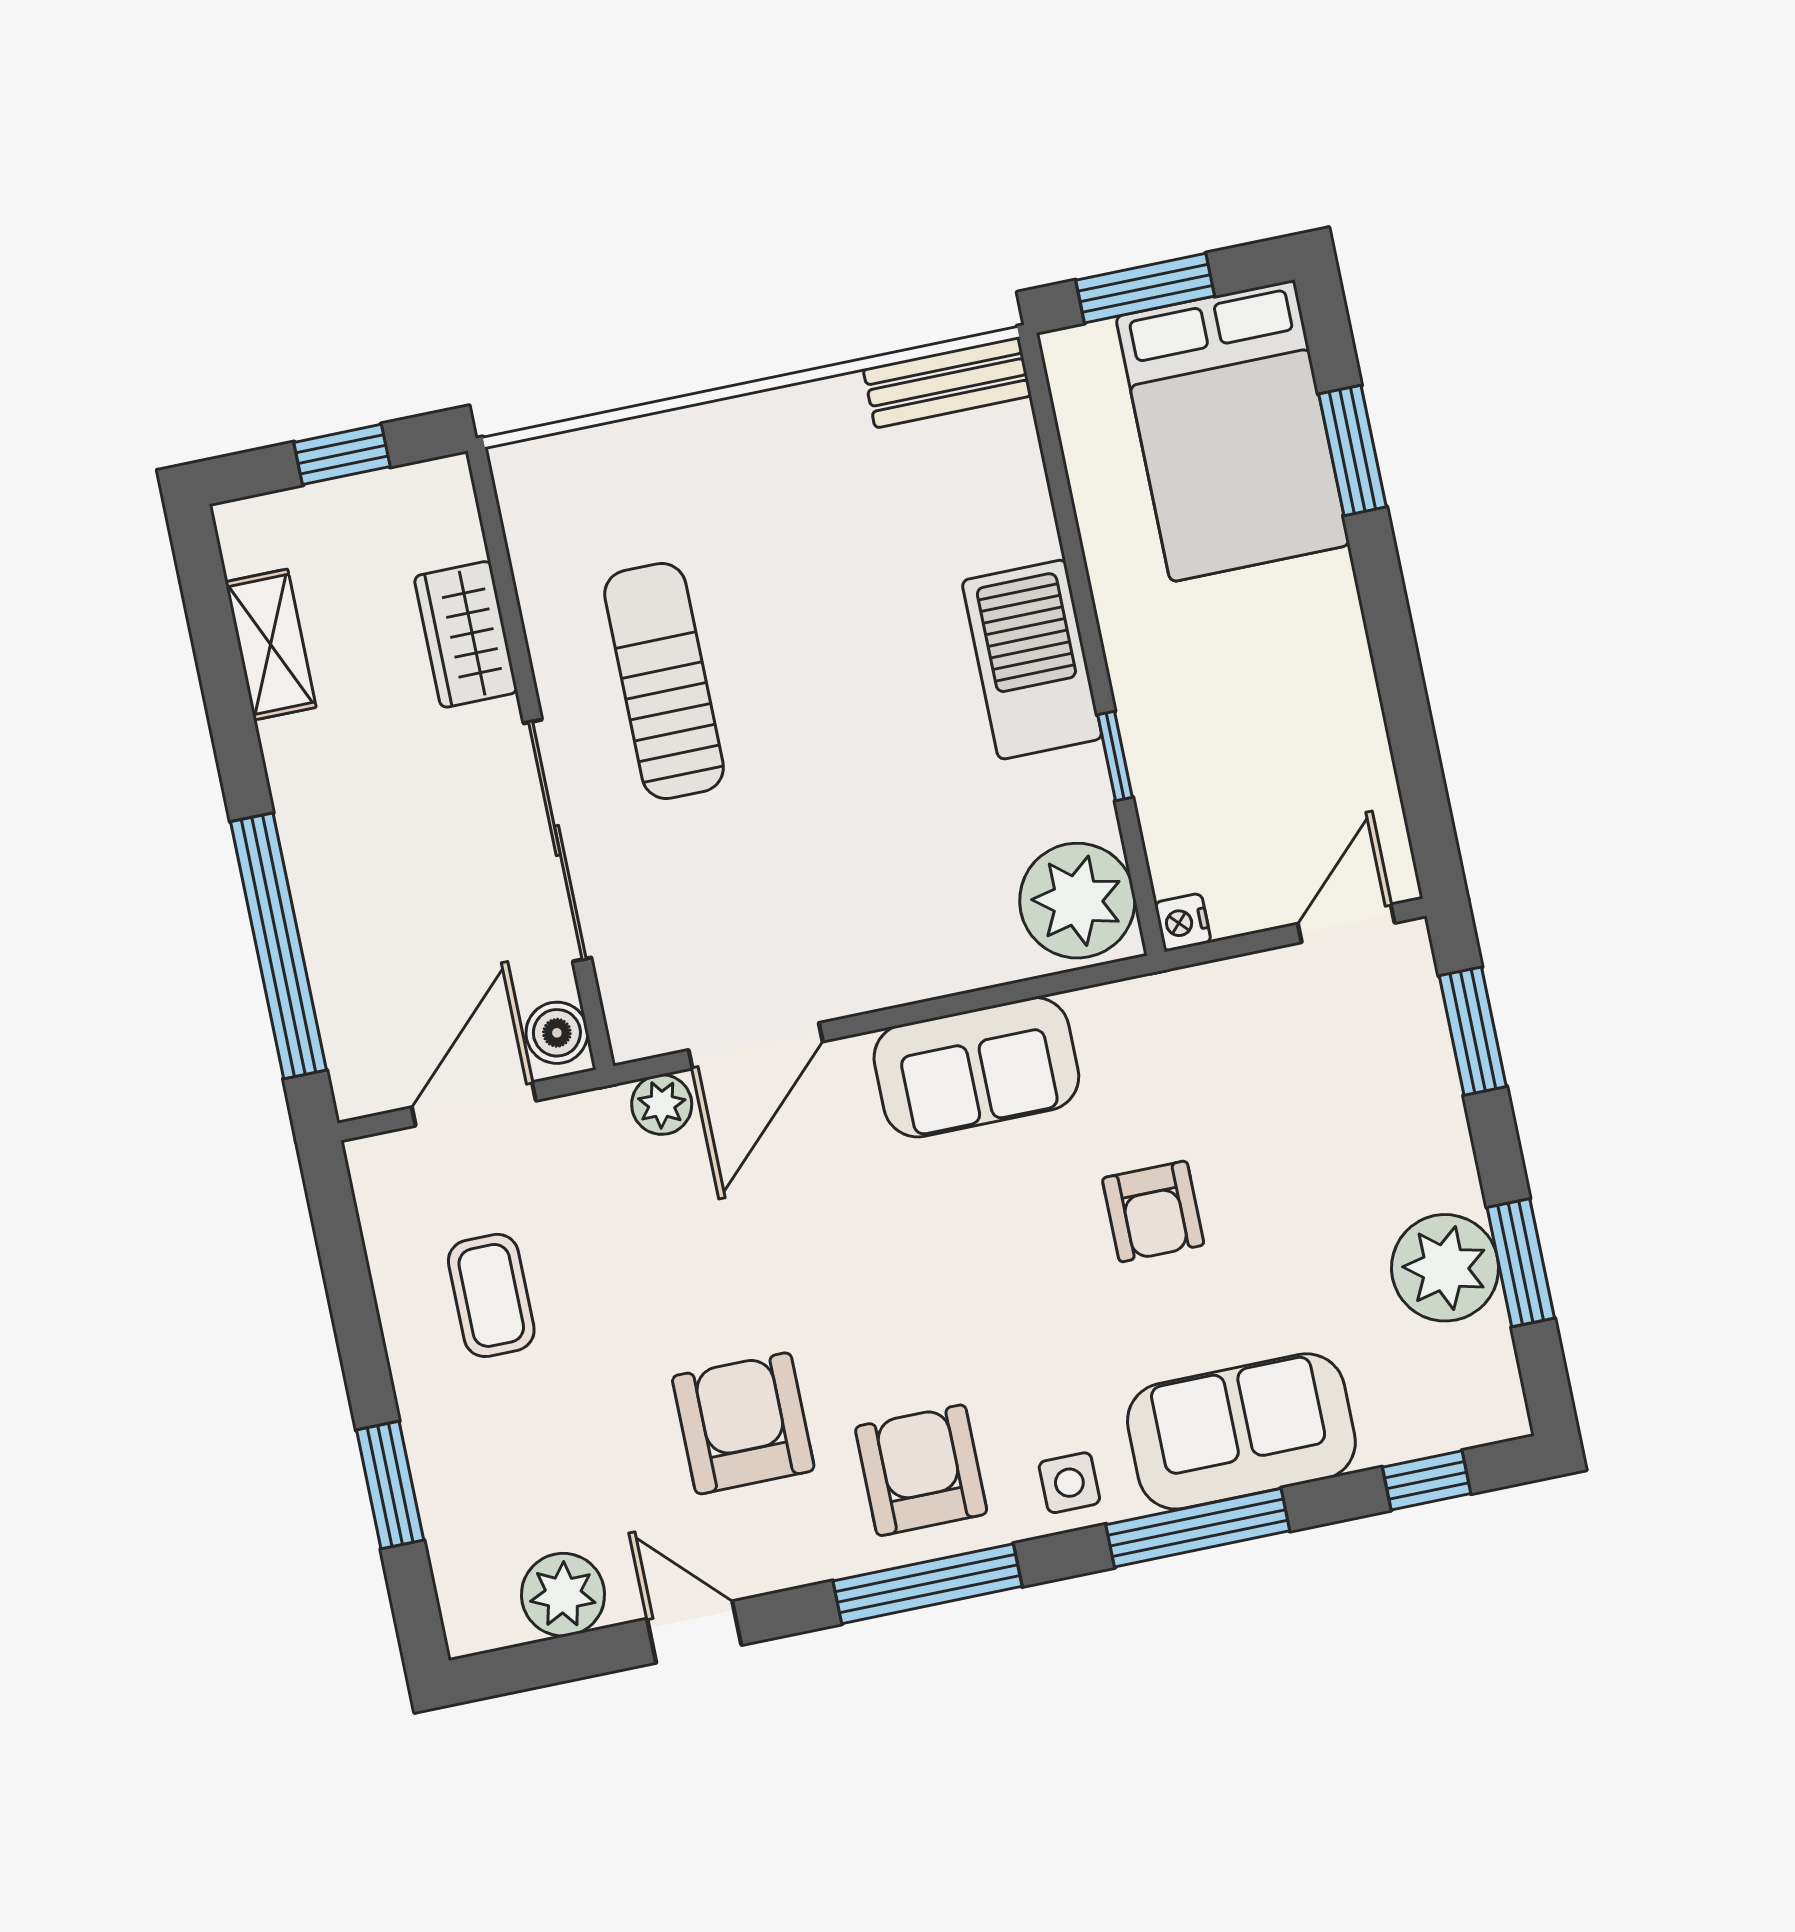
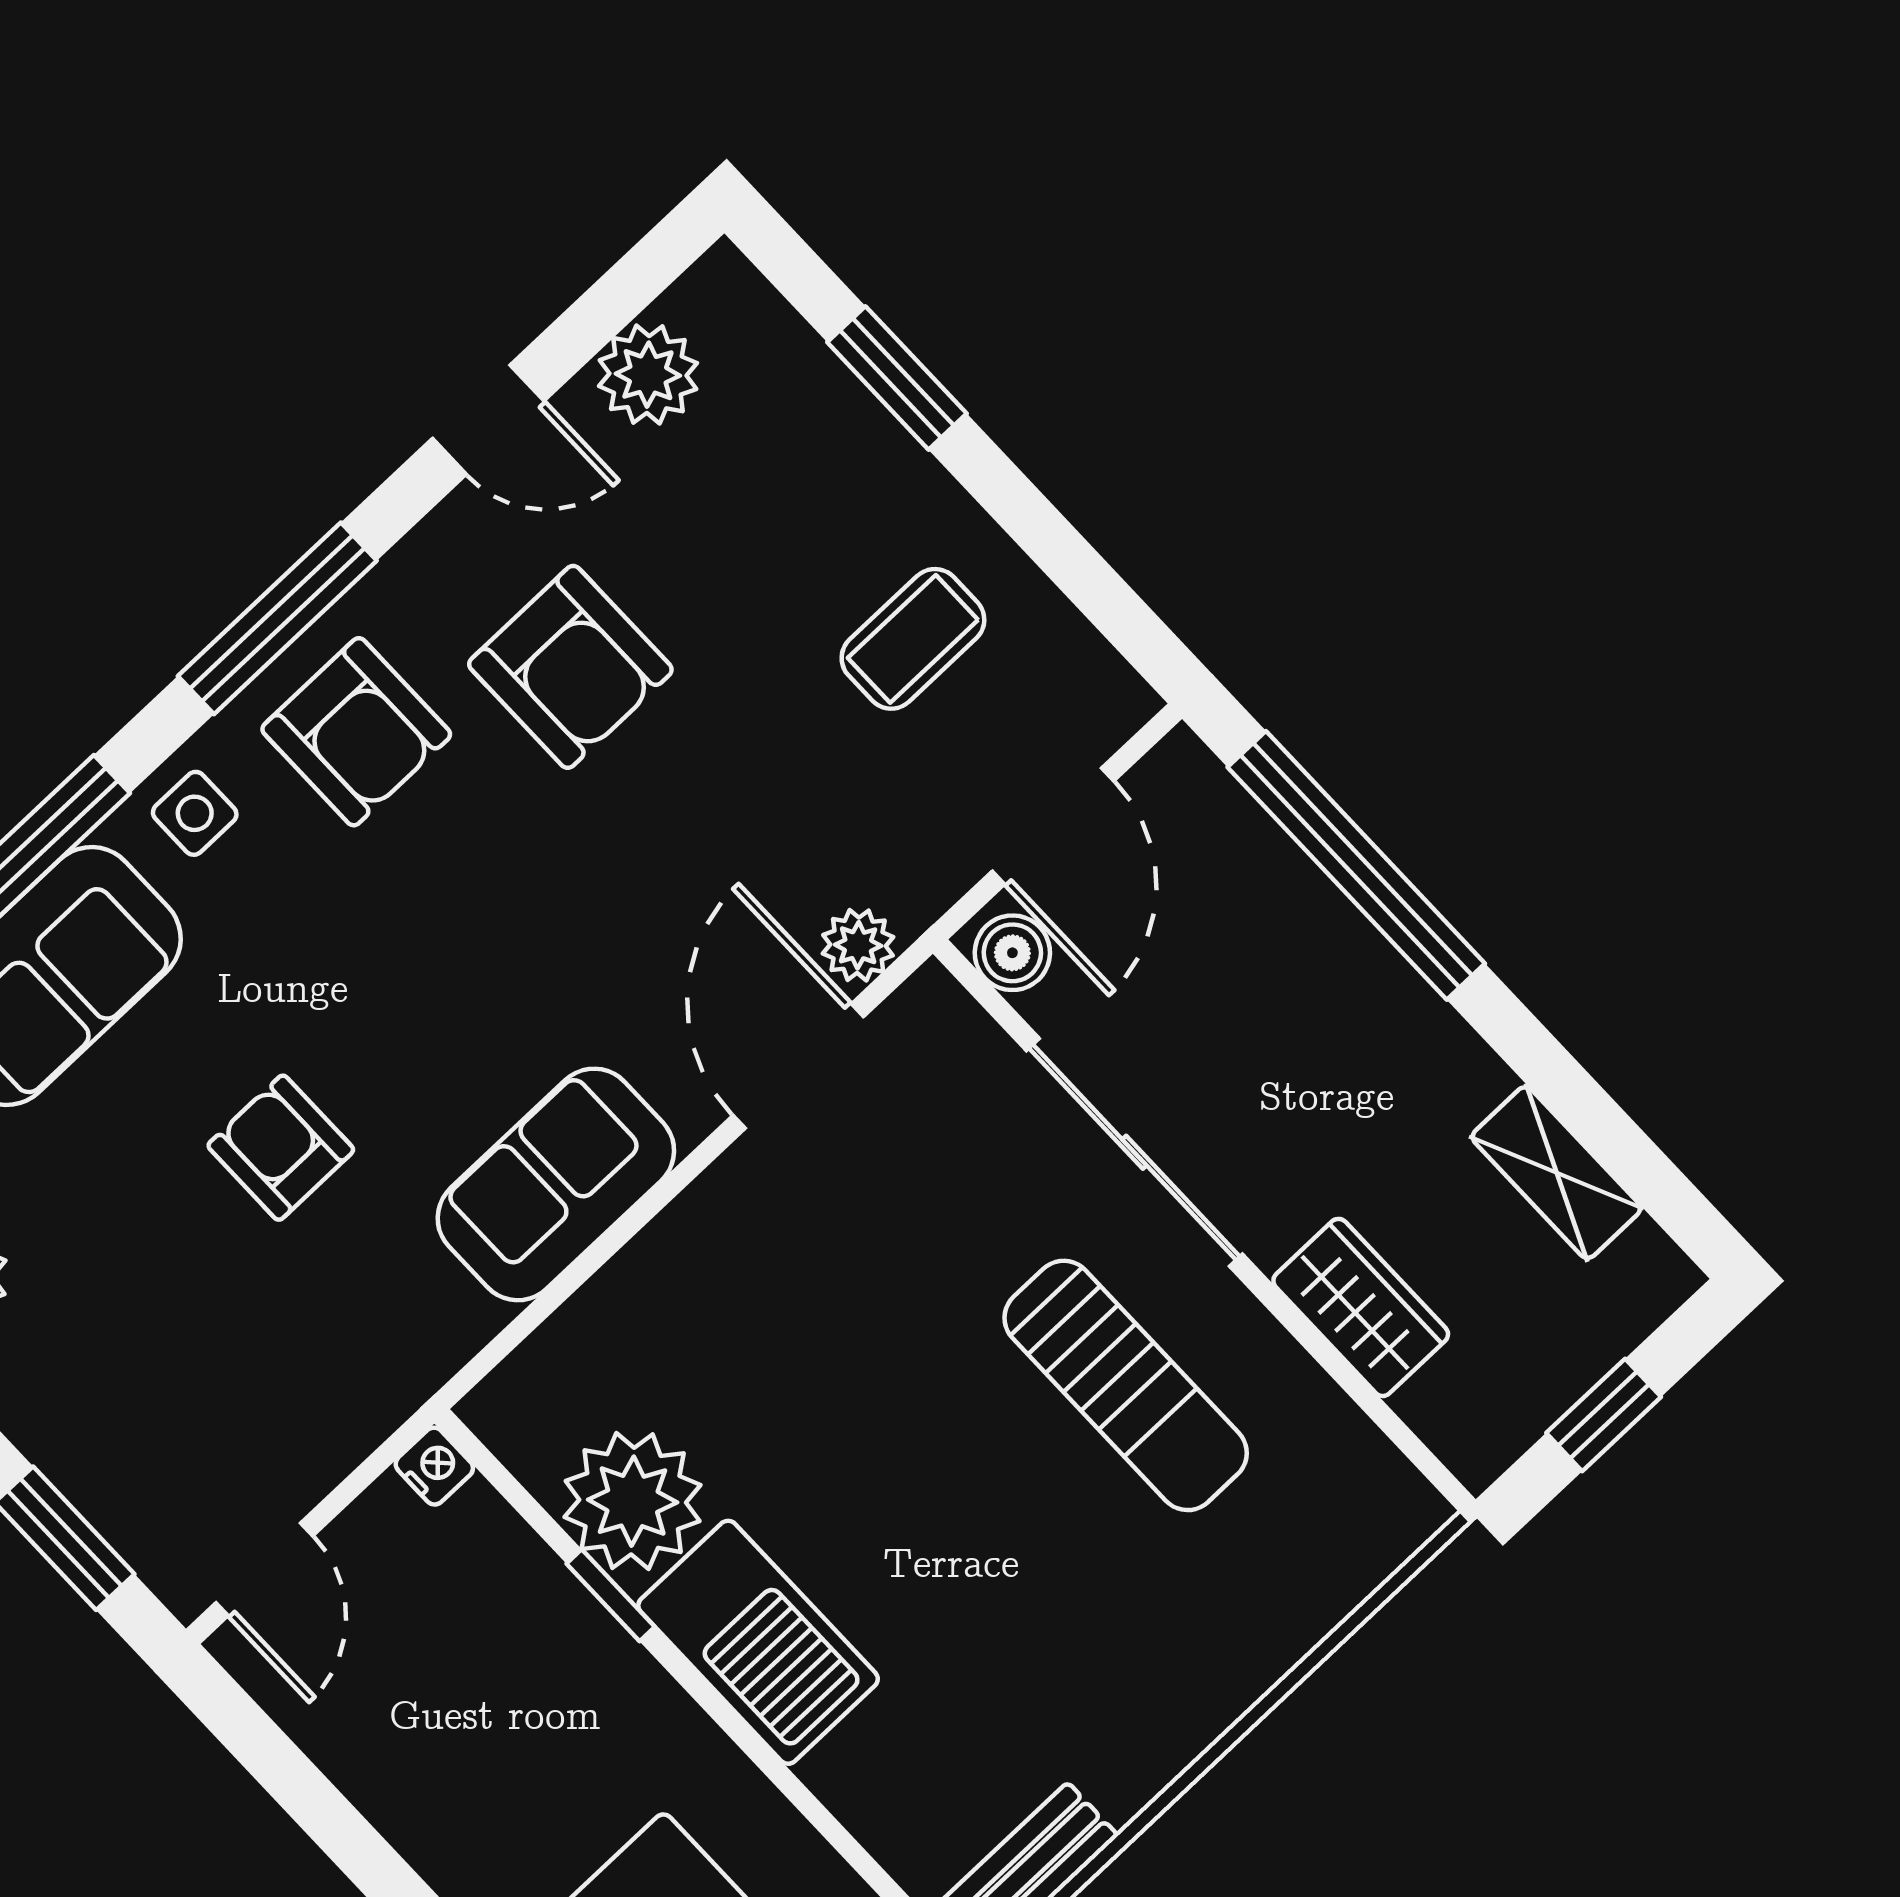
plant: (1077, 901) -> (633, 1501), moved
coffee table: (491, 1295) -> (913, 639), turned 90

